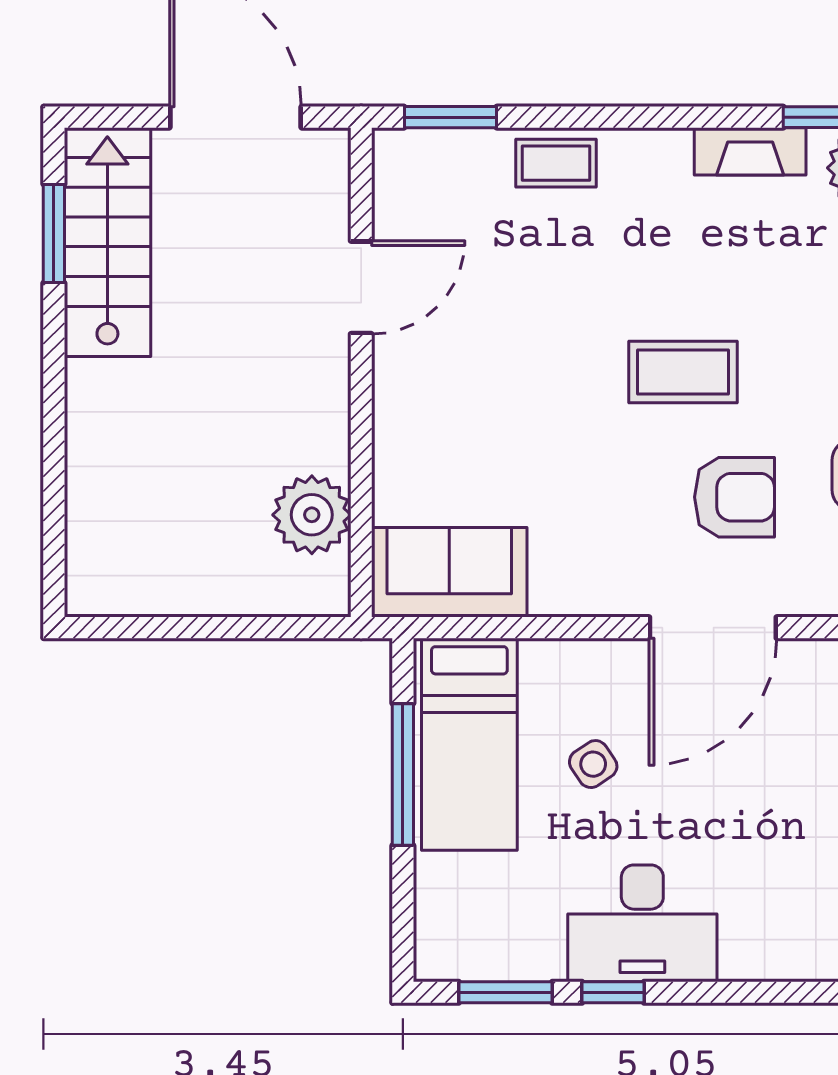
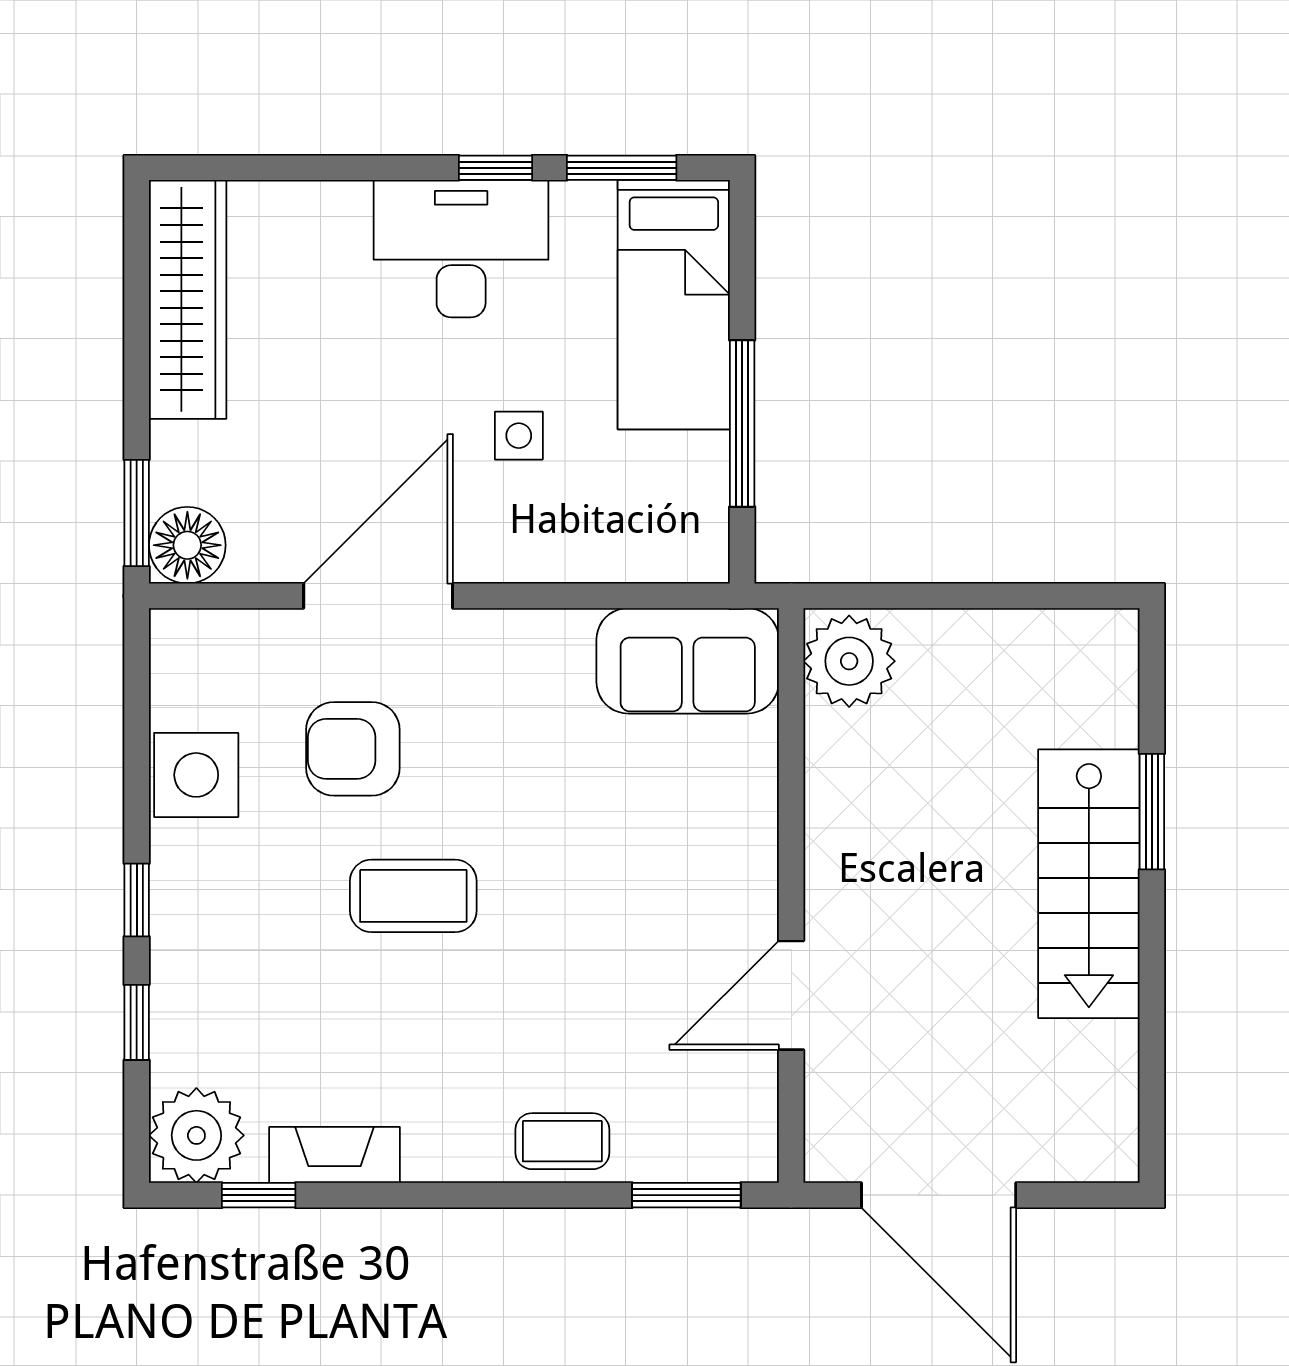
window: (54, 234) -> (1152, 812), moved
stairs: (107, 242) -> (1089, 884), moved
plant: (312, 515) -> (849, 661), moved
bed: (469, 744) -> (674, 305), moved, turned 180
side table: (593, 764) -> (519, 436), turned 34

